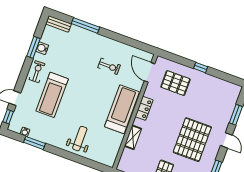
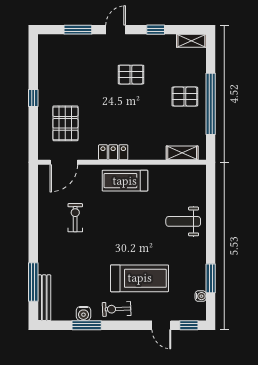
bench: (58, 24) -> (44, 298), width x1.36
window: (86, 25) -> (33, 282), moved
treadmill: (122, 109) -> (125, 181), width x0.73, depth x0.73
shelving: (133, 137) -> (182, 153), moved
pallet: (192, 140) -> (131, 75), width x0.49, depth x0.50

